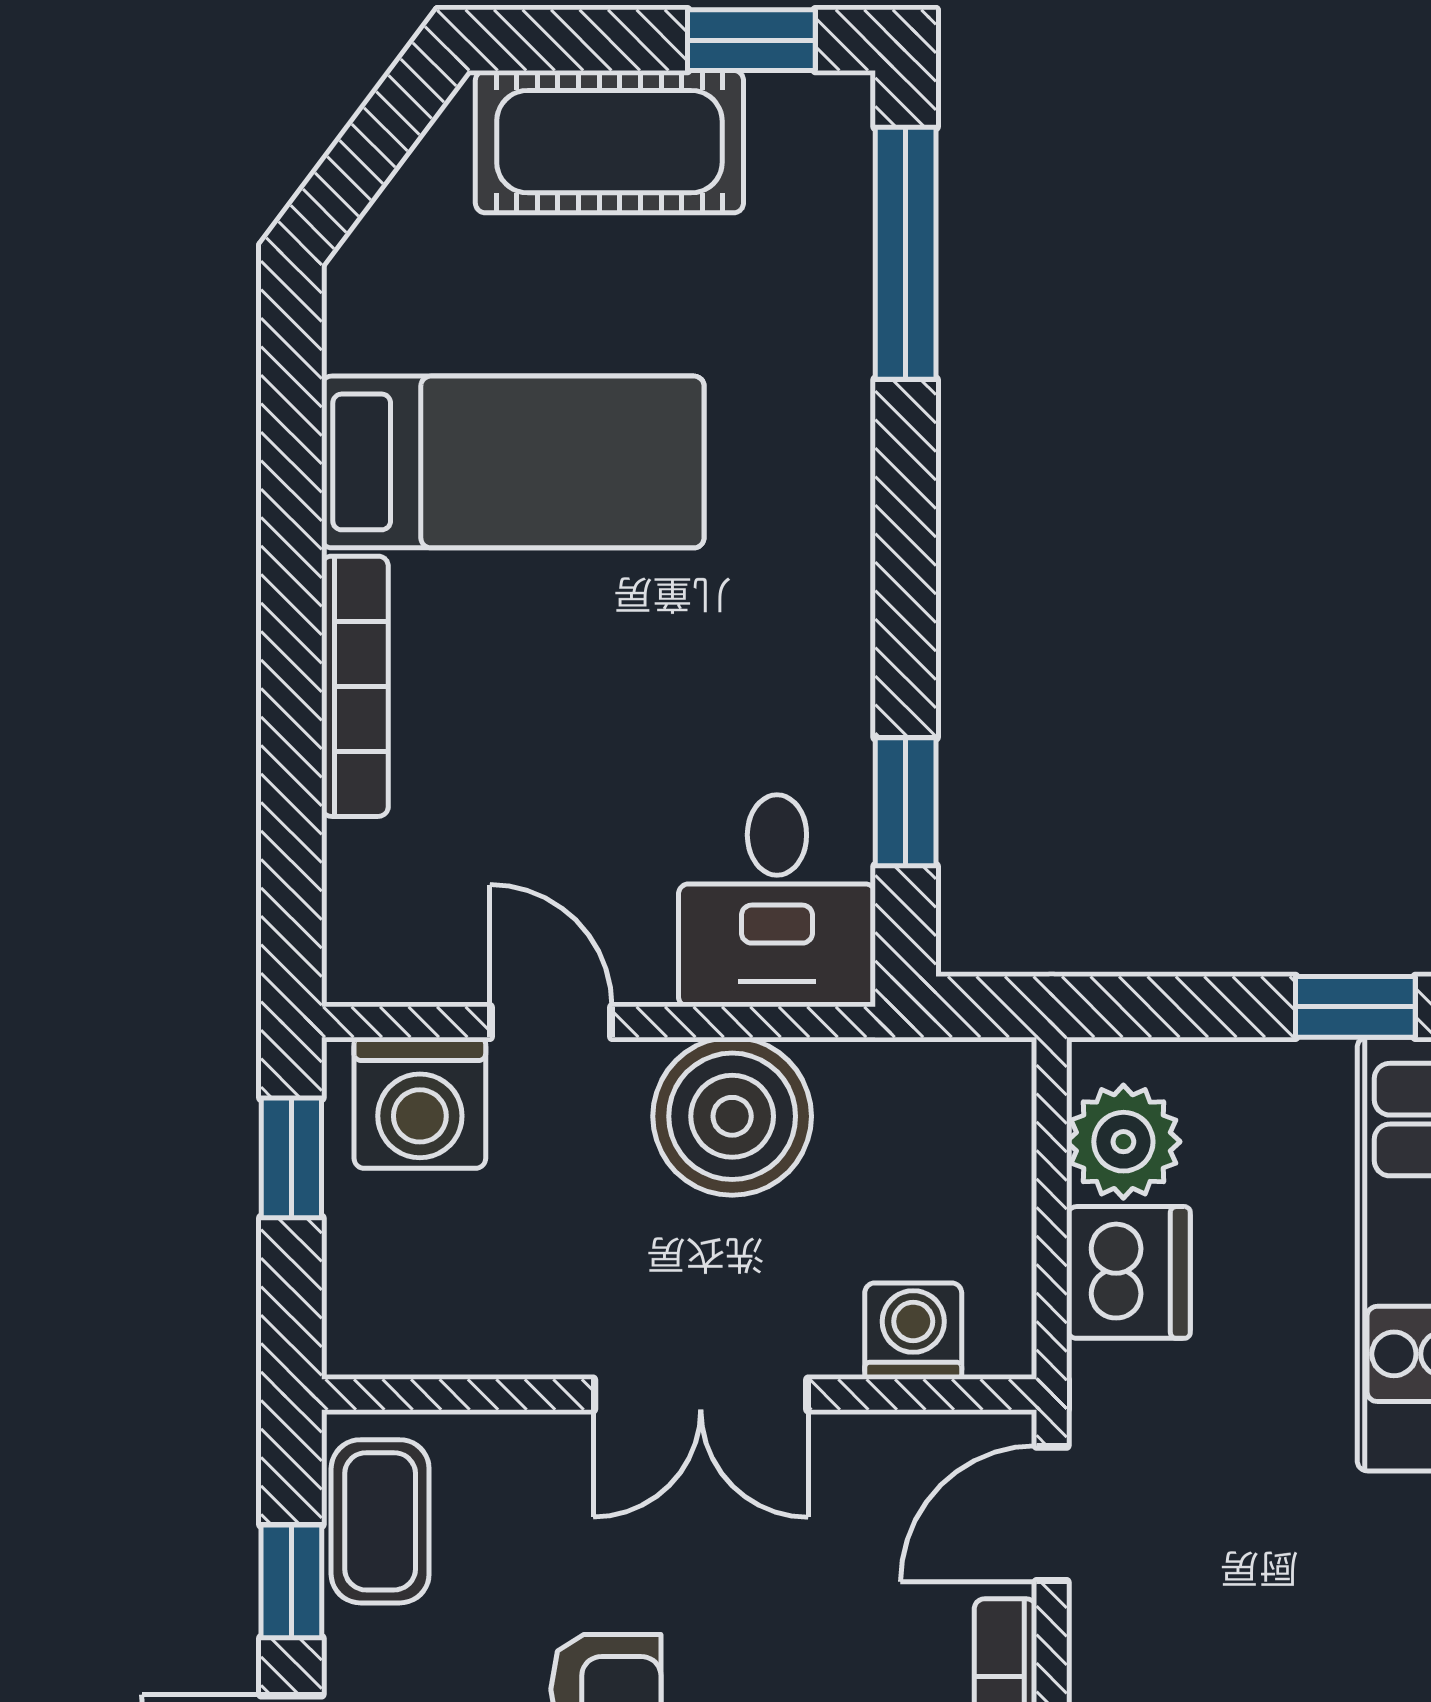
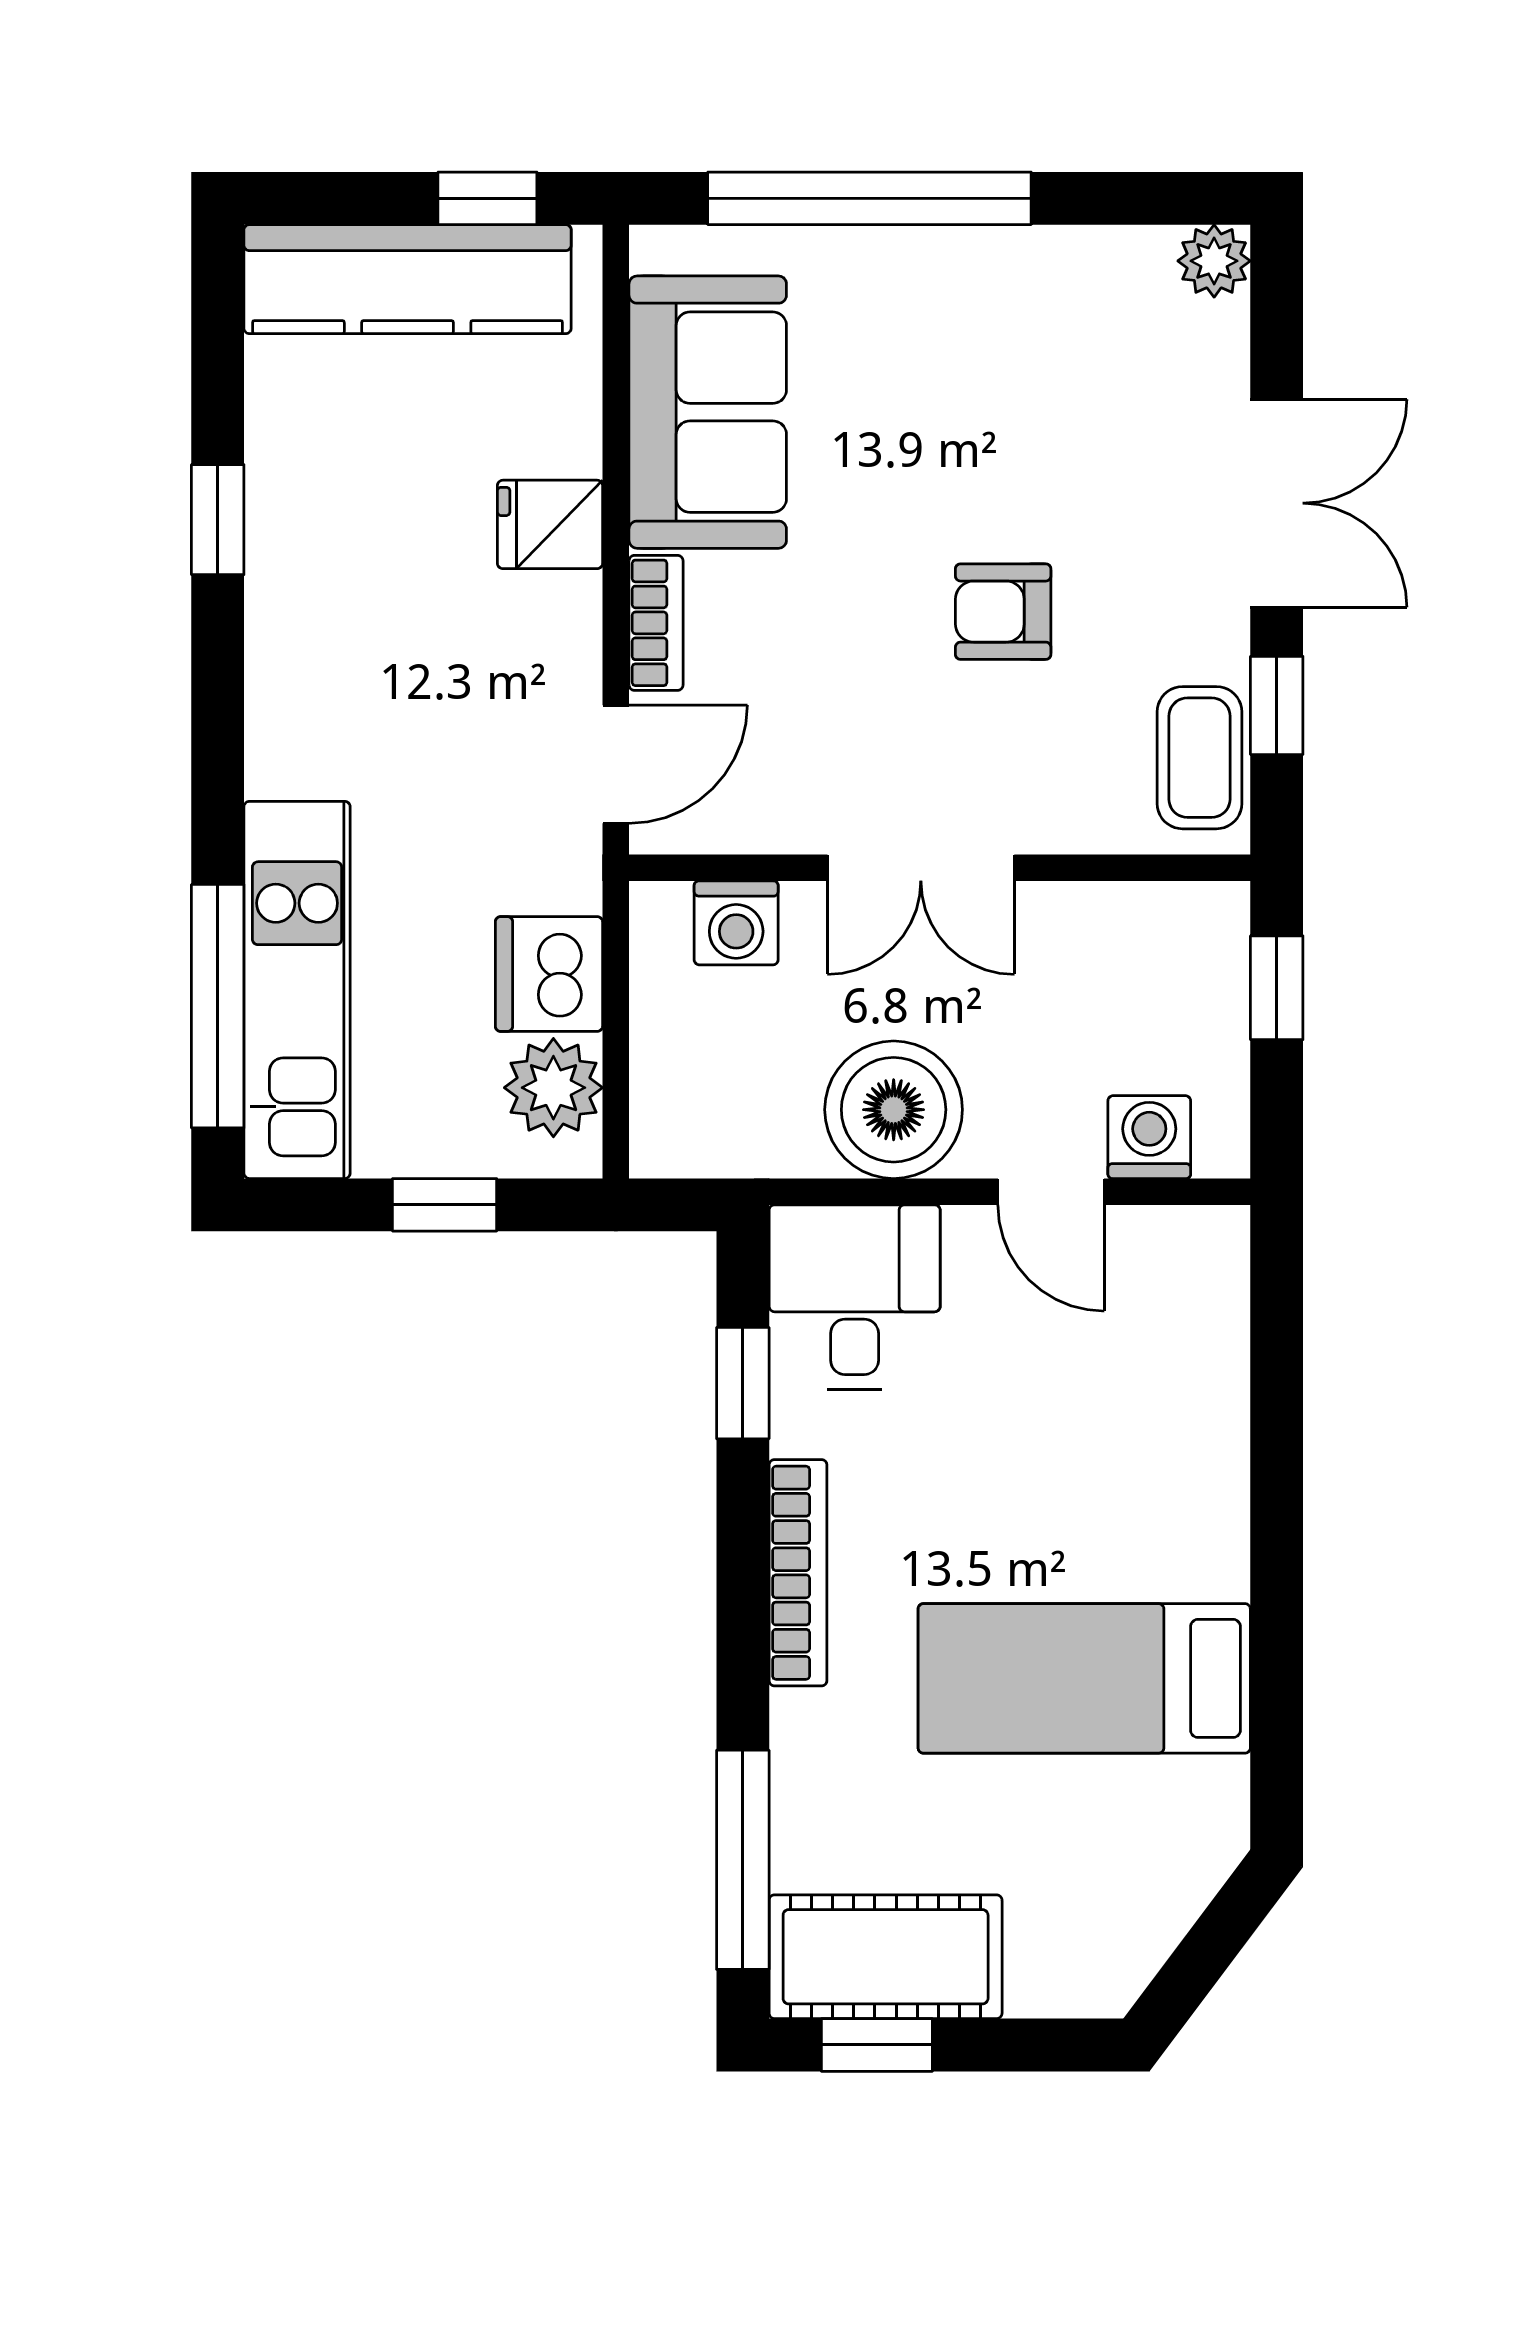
cot: (609, 142) -> (886, 1957), moved
bookcase: (355, 686) -> (798, 1573), moved, turned 180
window: (1355, 1007) -> (445, 1205), moved
washing machine: (420, 1103) -> (1149, 1137), width x0.73, depth x0.73
window: (291, 1158) -> (1277, 988), moved
double door: (701, 1395) -> (921, 868), swing flipped

